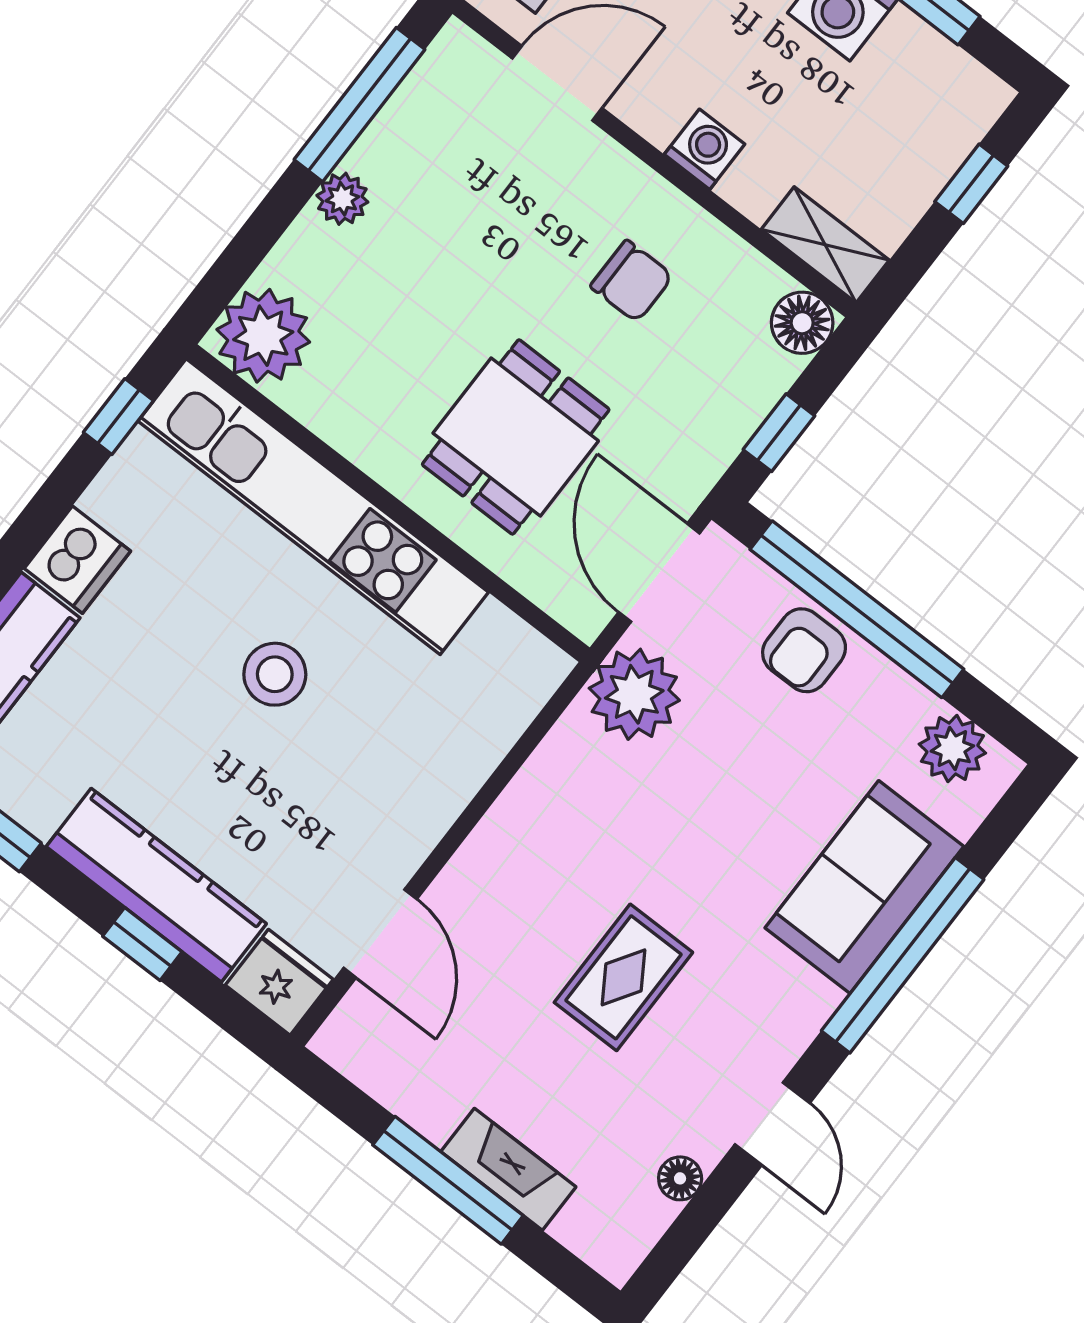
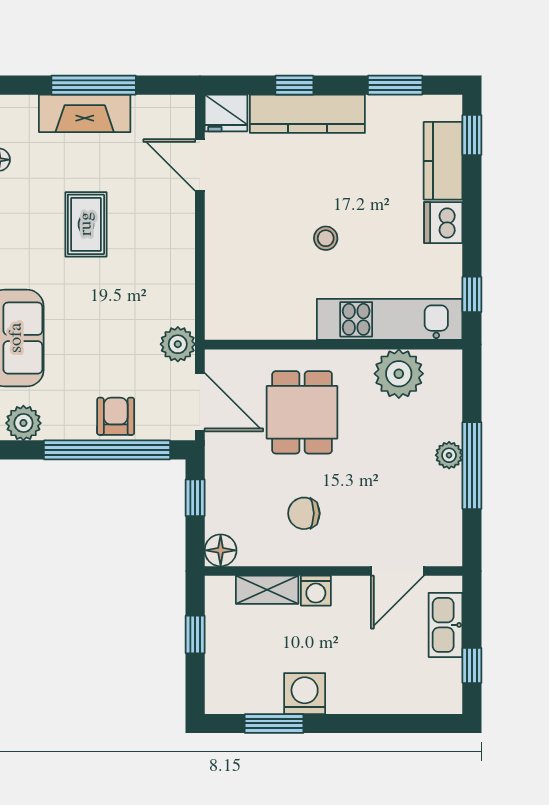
window: (360, 105) -> (472, 466), moved
window: (971, 184) -> (195, 634), moved
shelving: (825, 245) -> (267, 590), moved
plant: (263, 336) -> (399, 374), moved
kitchen unit: (313, 507) -> (390, 319), width x0.73
stool: (275, 674) -> (326, 238), width x0.73, depth x0.73
plant: (634, 694) -> (178, 344), width x0.73, depth x0.73
fireplace: (508, 1169) -> (85, 113), width x1.37, depth x1.32

